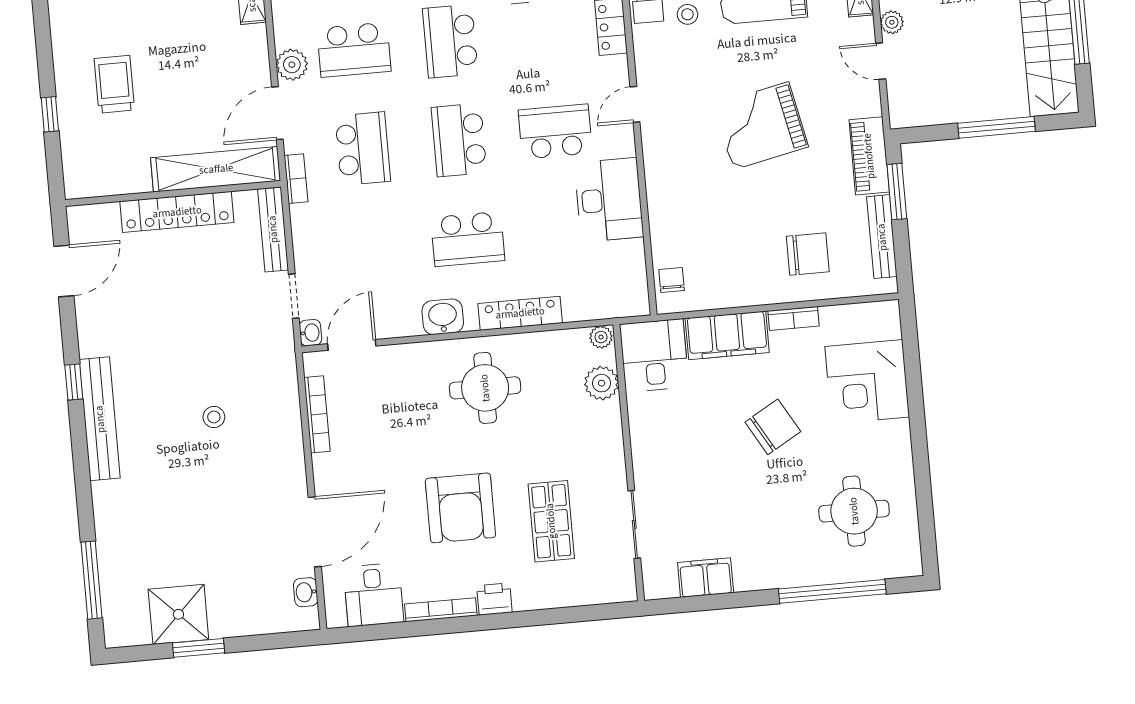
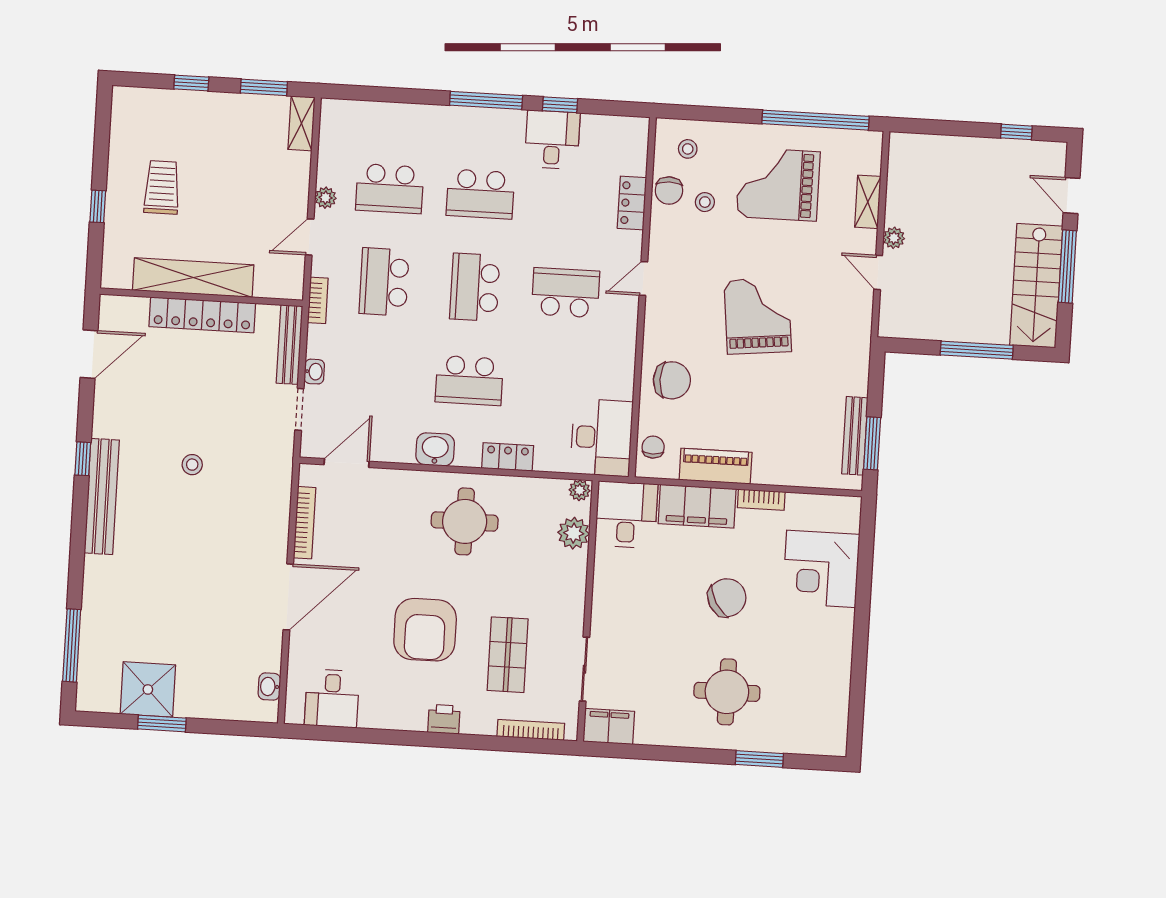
school desk: (450, 41) -> (480, 194), turned -90
plant: (292, 65) -> (326, 198), width x0.73, depth x0.73
door: (277, 113) -> (310, 237), width x0.73
grand piano: (761, 126) -> (758, 316), turned 96
school desk: (363, 149) -> (384, 282), turned 180
piano: (869, 156) -> (716, 466), moved, turned 90
shelving: (216, 169) -> (193, 278), moved
window: (897, 192) -> (872, 443), moved
desk: (609, 200) -> (602, 438), moved
chair: (808, 254) -> (672, 380), moved
locker: (520, 313) -> (508, 457), width x0.66
washbasin: (310, 333) -> (314, 372), moved
stool: (214, 417) -> (192, 465), moved
round table: (854, 511) -> (727, 692), moved
door: (315, 532) -> (288, 597), moved
filing cabinet: (706, 578) -> (609, 726), moved
window: (832, 591) -> (759, 759), width x0.47
bookcase: (441, 610) -> (531, 730), moved

